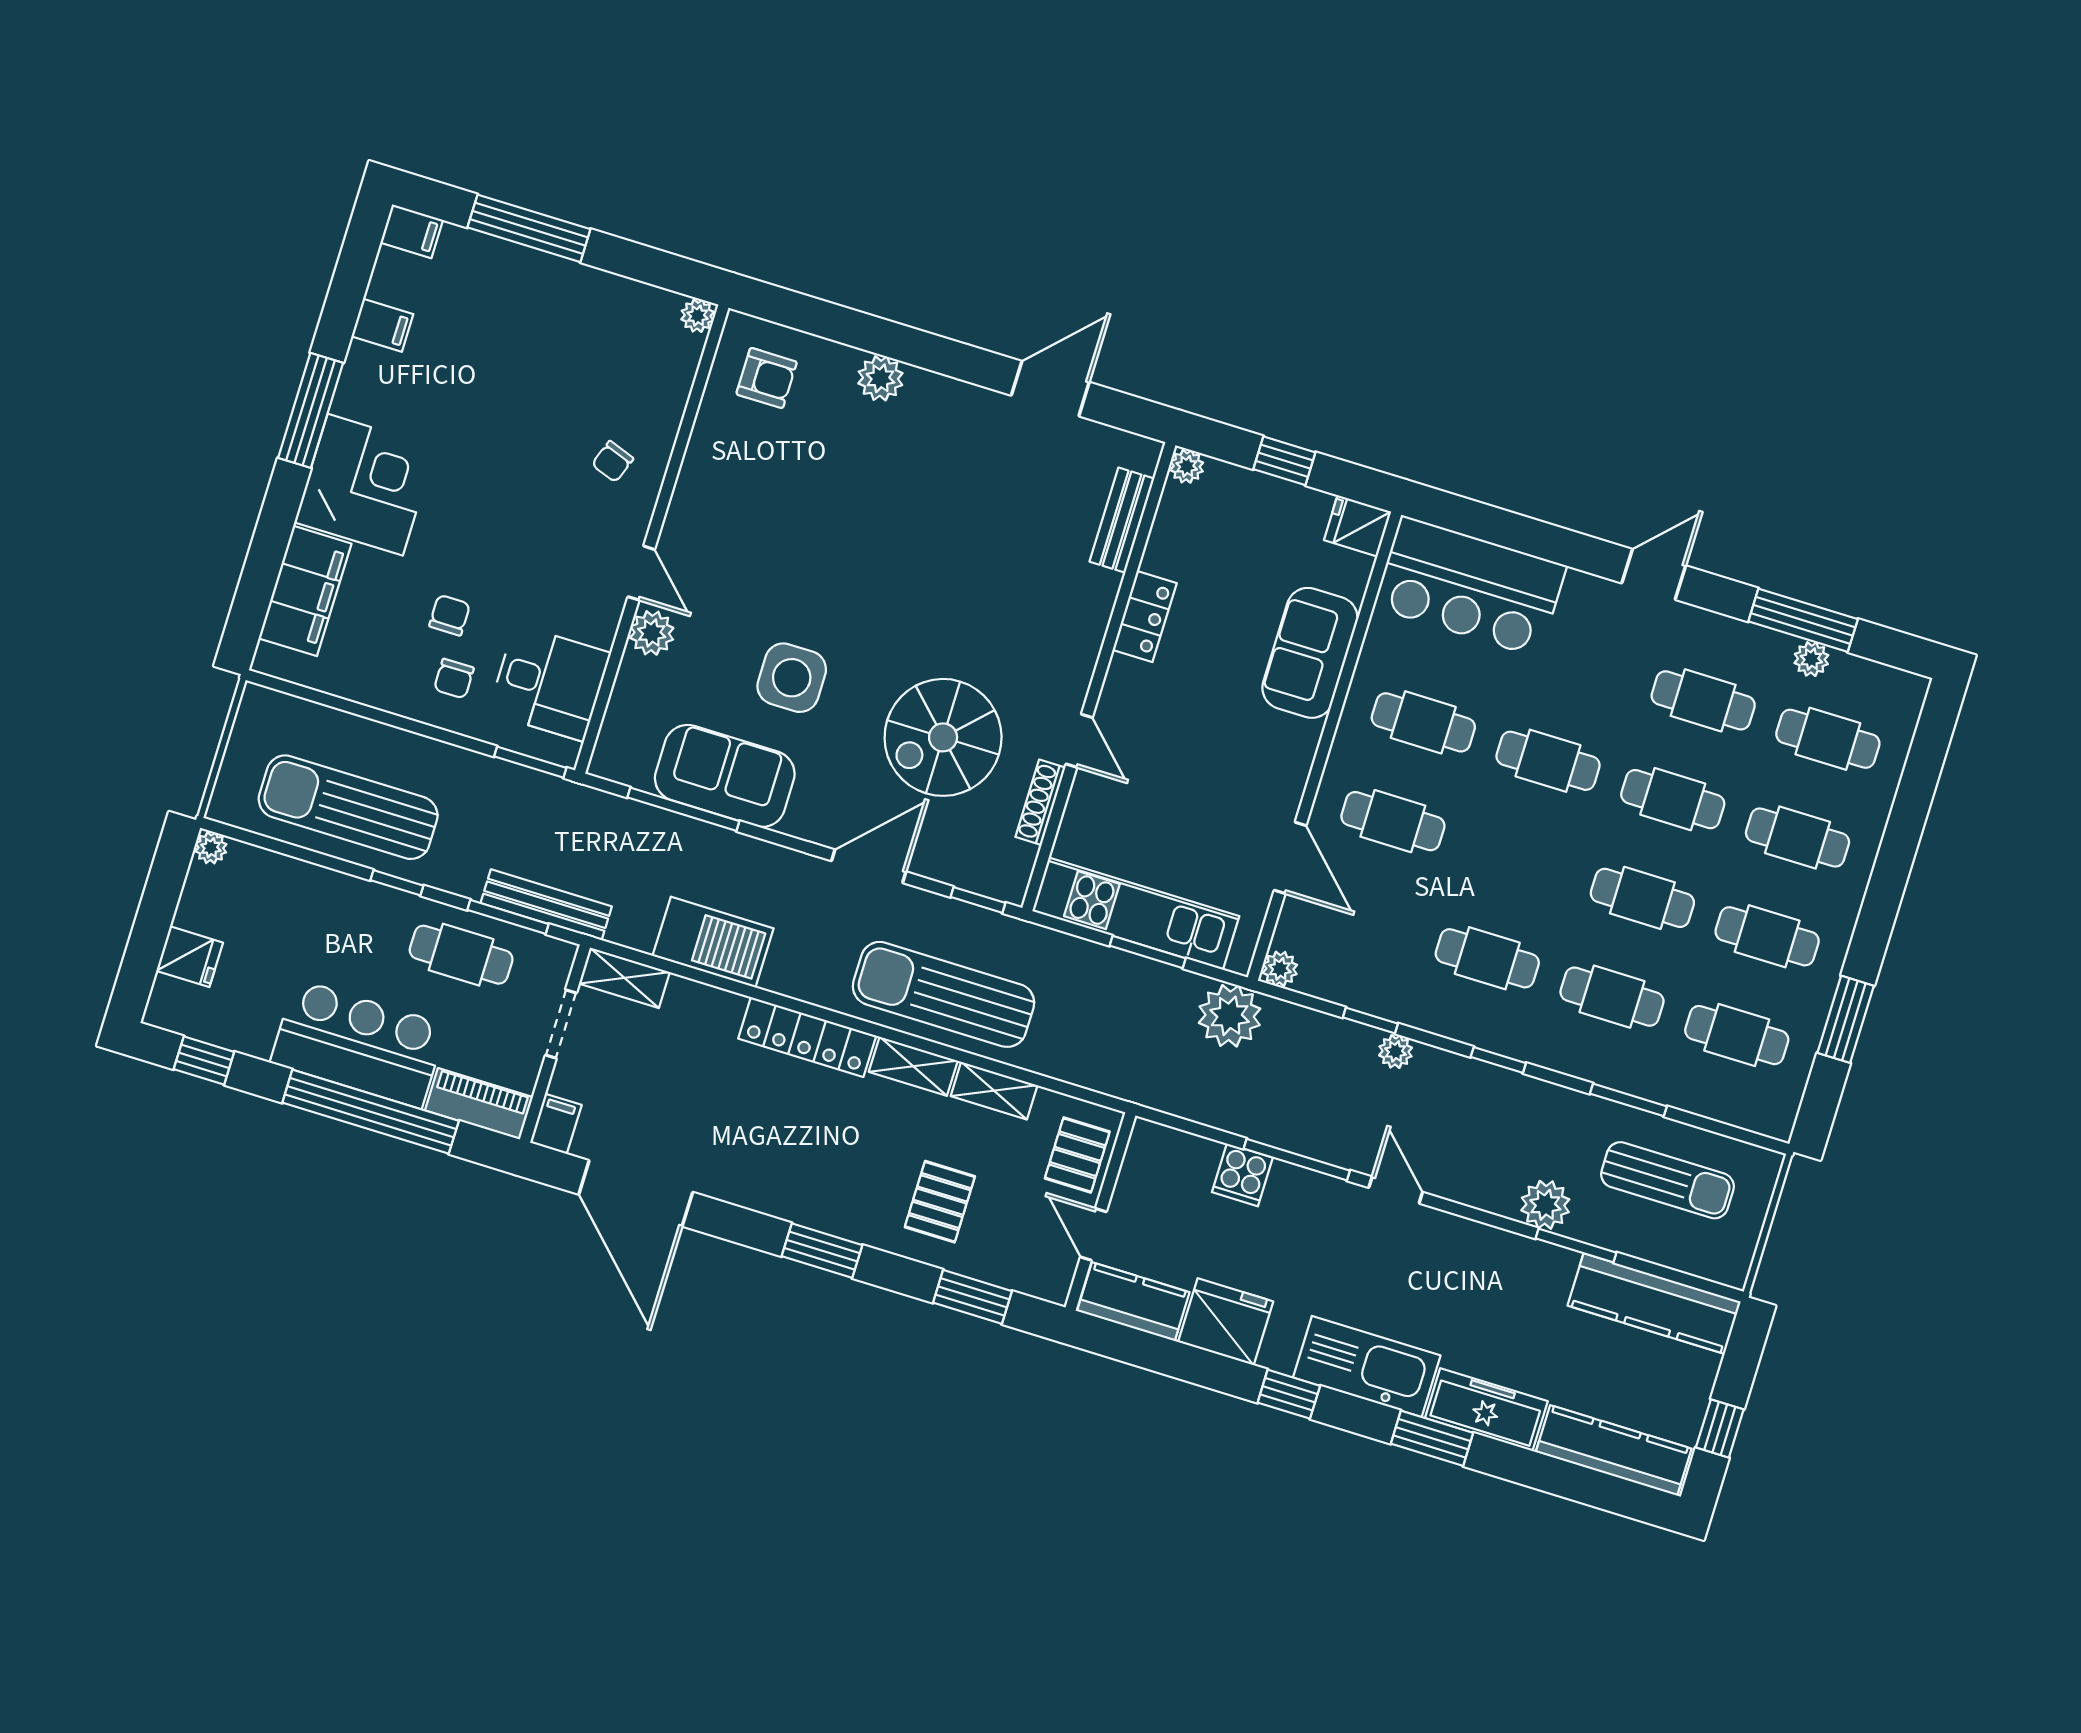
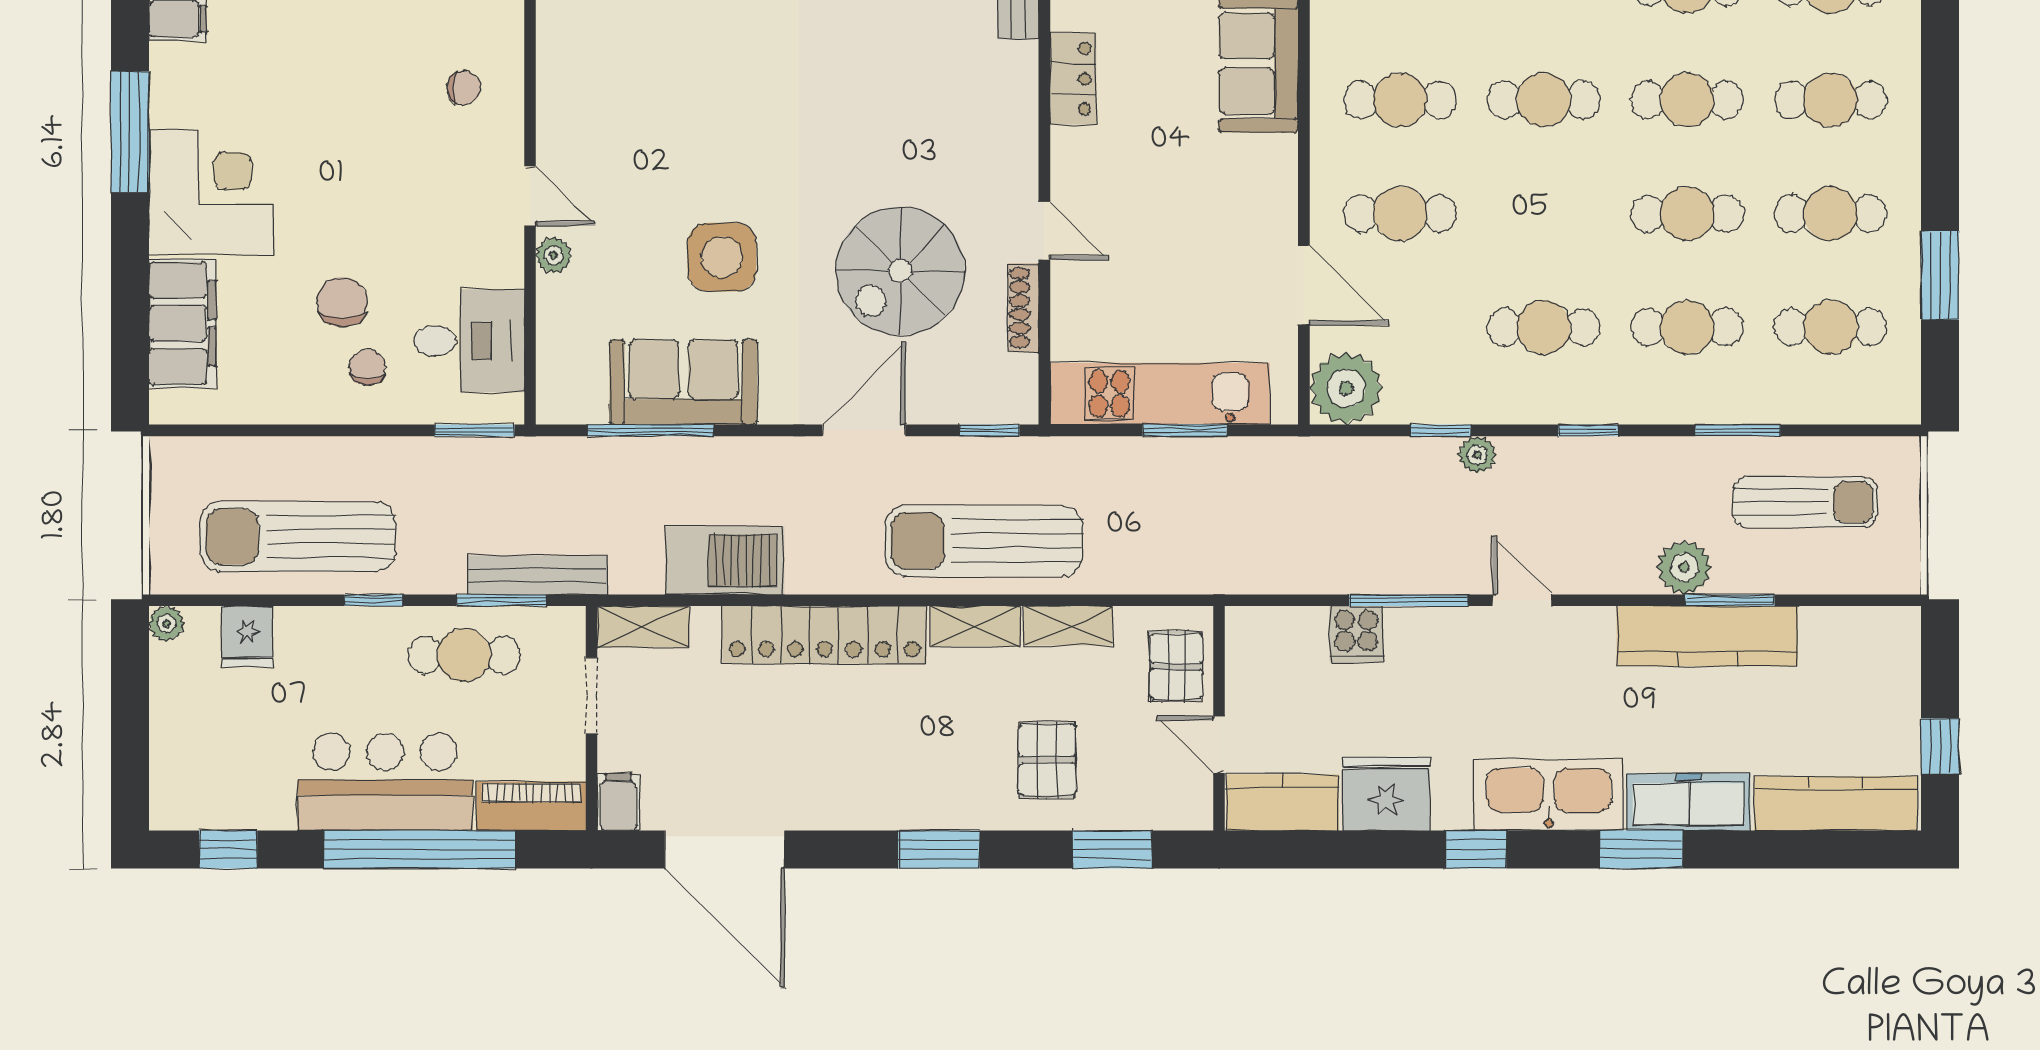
chair: (613, 462) -> (464, 88), turned -110
chair: (450, 615) -> (342, 302), width x1.37, depth x1.37
plant: (652, 633) -> (554, 255), width x0.73, depth x0.73
chair: (454, 679) -> (367, 367), turned 180
fridge: (190, 957) -> (247, 637), moved, turned 90
plant: (1280, 969) -> (1346, 388), width x1.87, depth x1.87
plant: (1230, 1016) -> (1291, 471), removed
locker: (807, 1037) -> (824, 635), width x1.41, depth x1.21
kitchen counter: (1654, 1304) -> (1707, 636), moved

